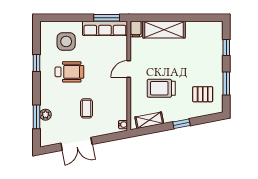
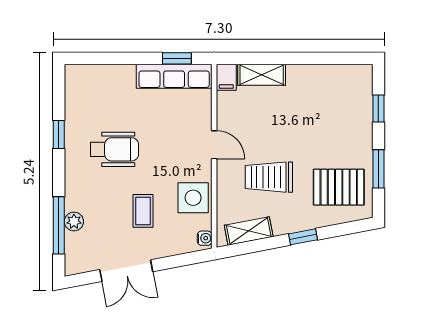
window: (107, 18) -> (177, 58), width x0.67
shelving: (164, 30) -> (262, 75), width x0.67, depth x0.75
side table: (66, 41) -> (193, 198), moved
door: (129, 69) -> (214, 145), swing flipped
pallet: (203, 94) -> (339, 187), width x1.50, depth x1.42
window: (36, 117) -> (59, 225), width x1.44

